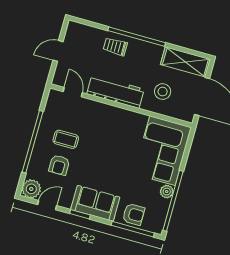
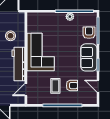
corner sofa: (162, 151) -> (41, 52), moved, turned -90
plant: (31, 189) -> (91, 98), removed

